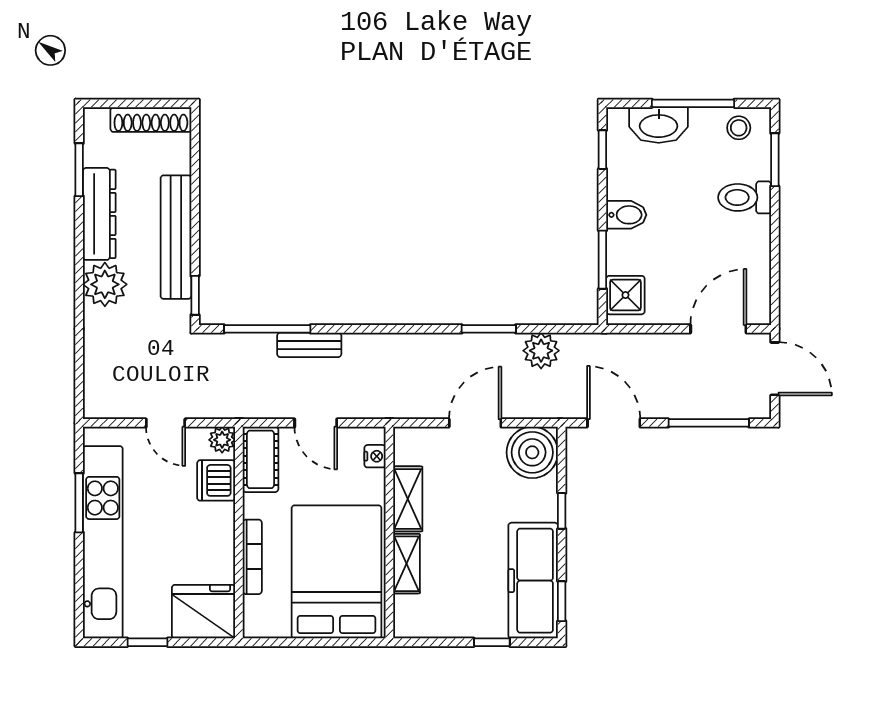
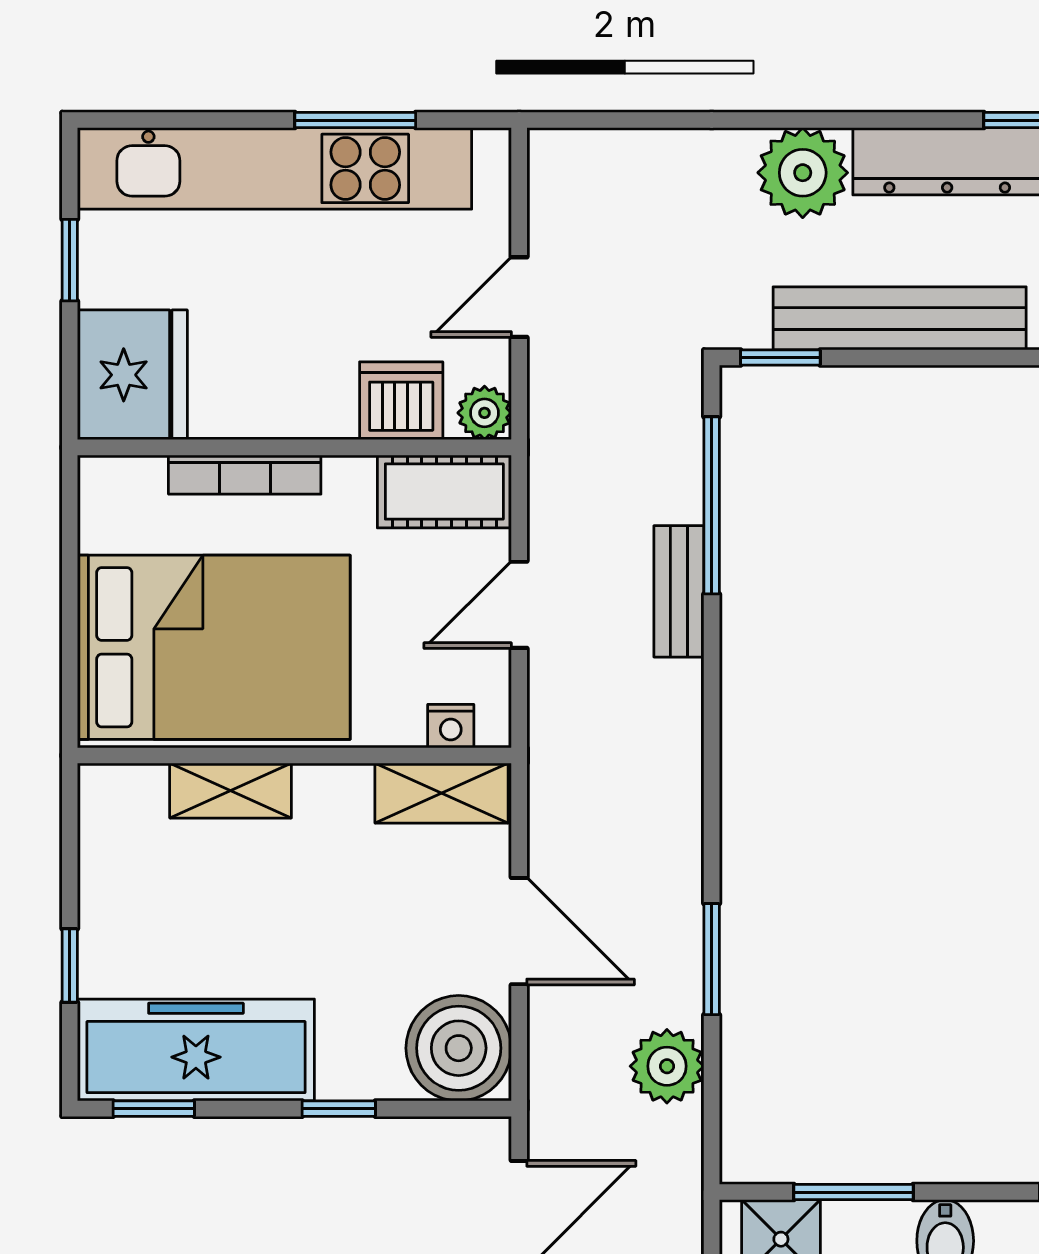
shelving: (408, 499) -> (442, 793), moved

